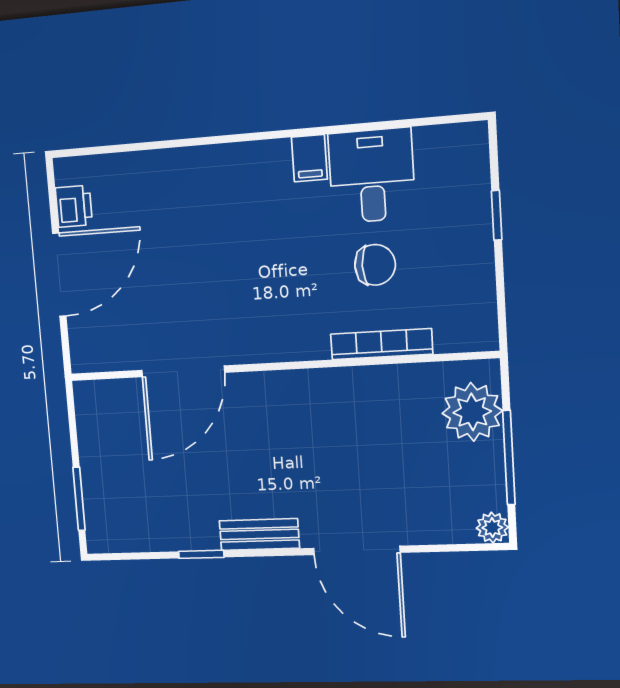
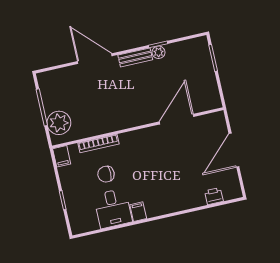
printer: (74, 206) -> (214, 196), moved, turned 90
filing cabinet: (480, 327) -> (62, 156), added
plant: (492, 528) -> (159, 52), moved

